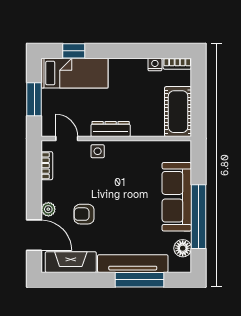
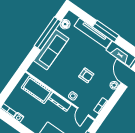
cot: (178, 112) -> (37, 90), moved, turned 90
armchair: (84, 214) -> (86, 75), moved
window: (140, 280) -> (106, 31), moved

